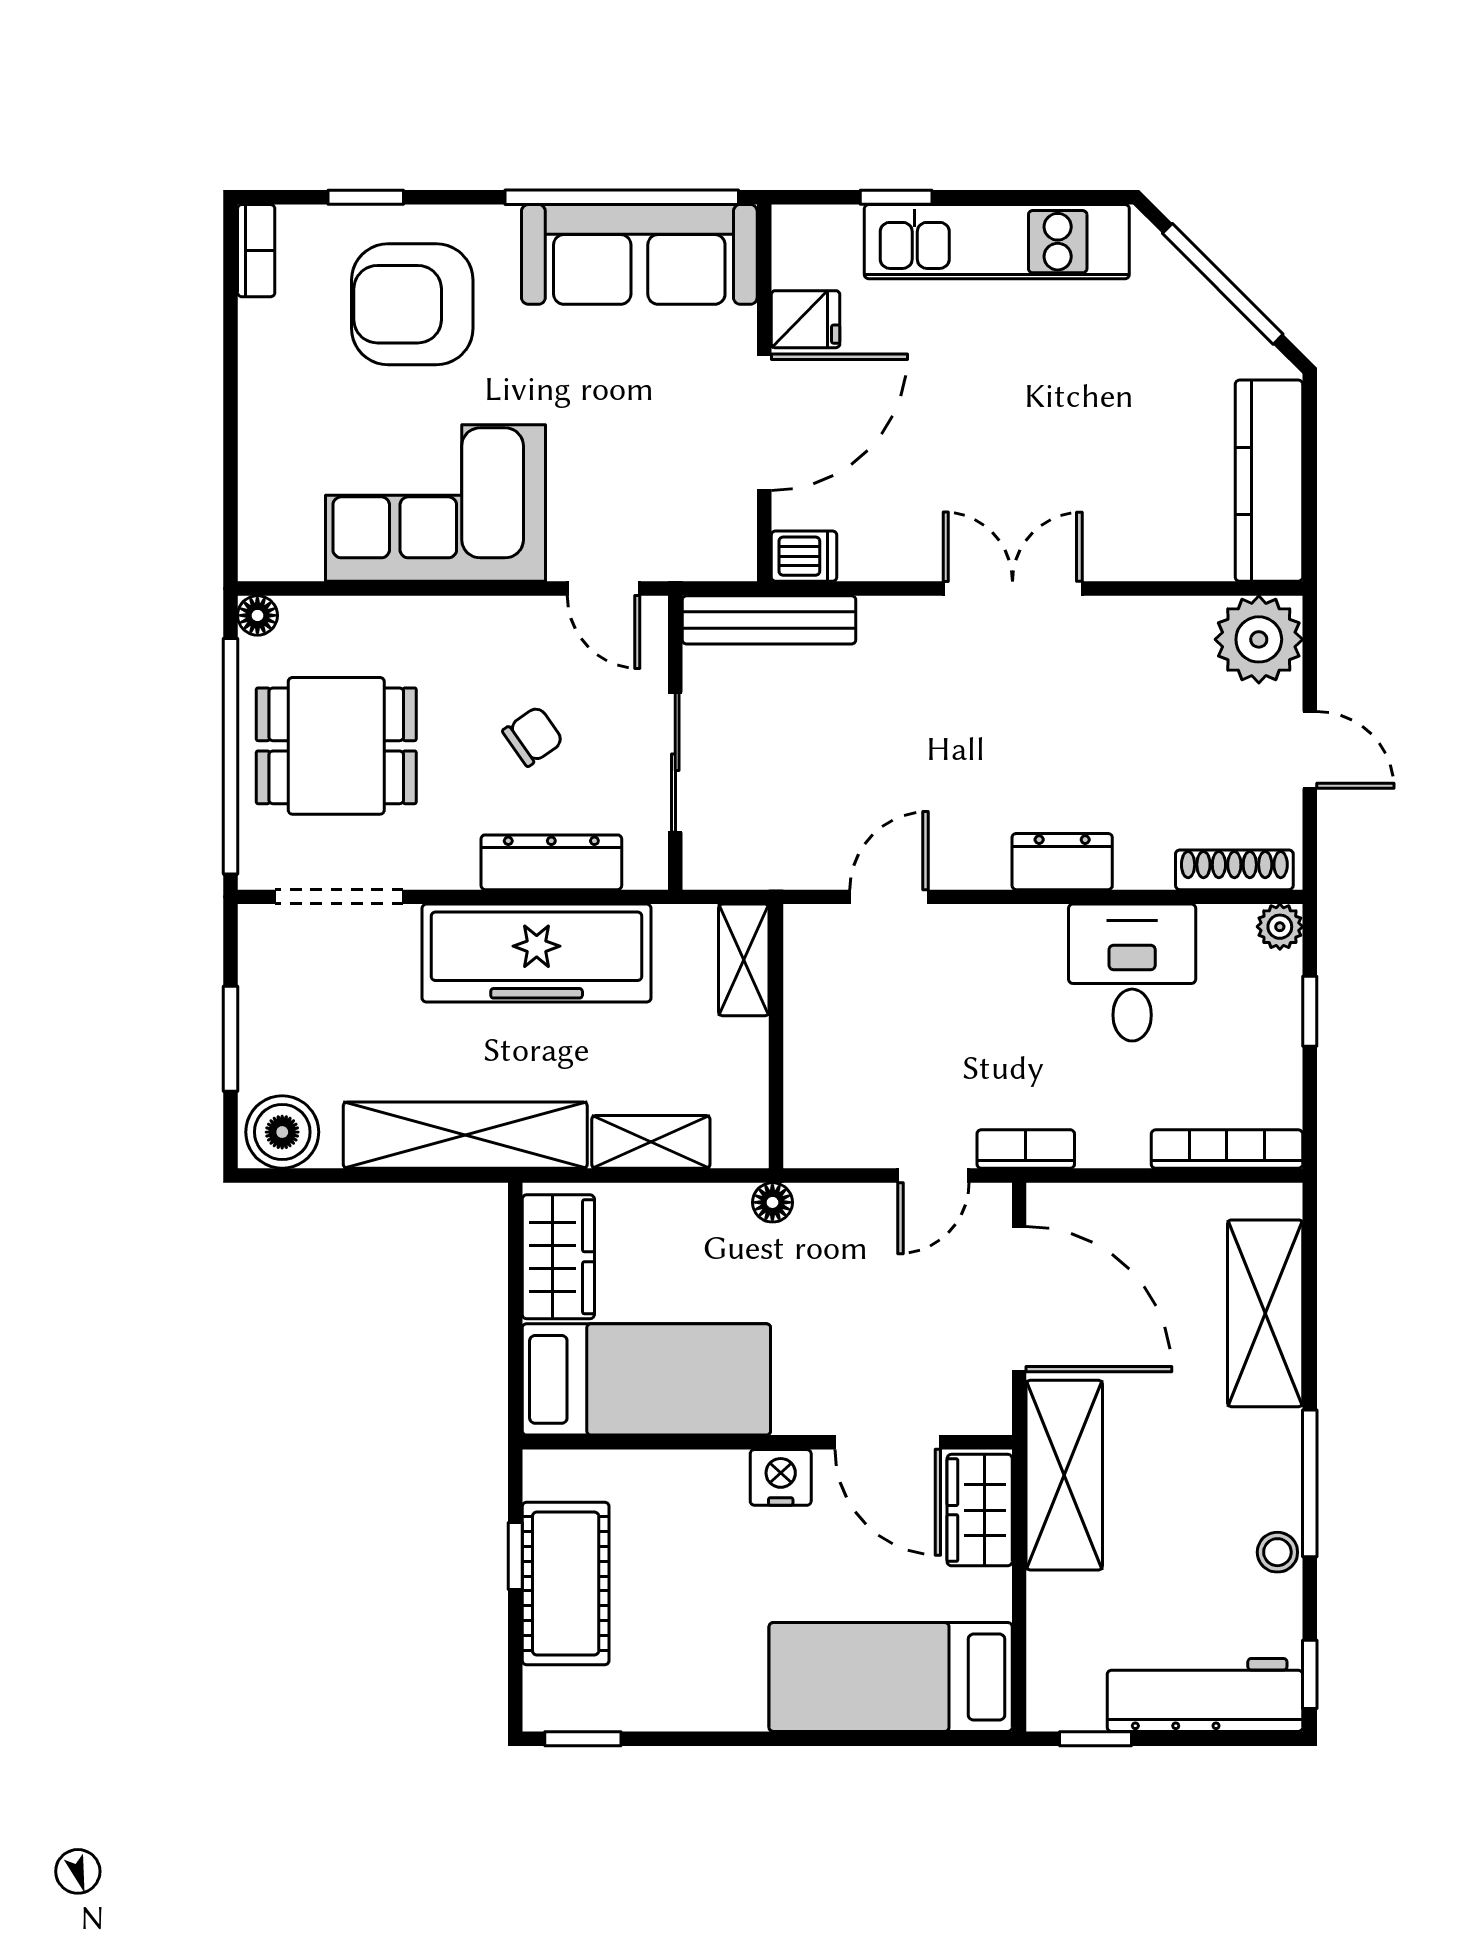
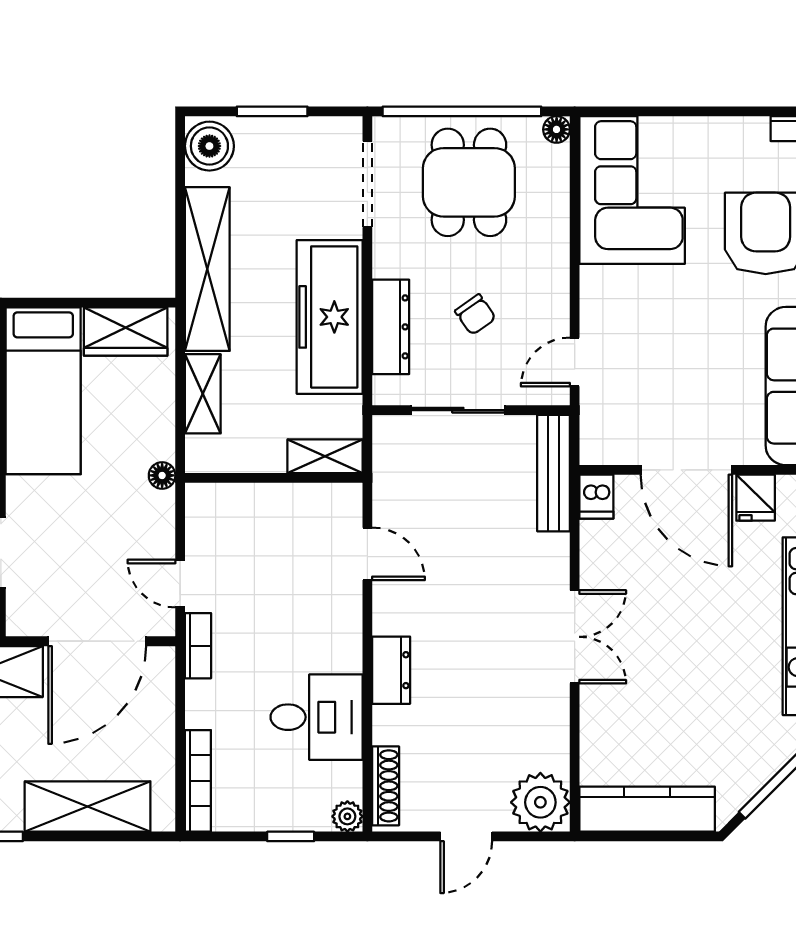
corner sofa: (435, 503) -> (632, 190), moved

